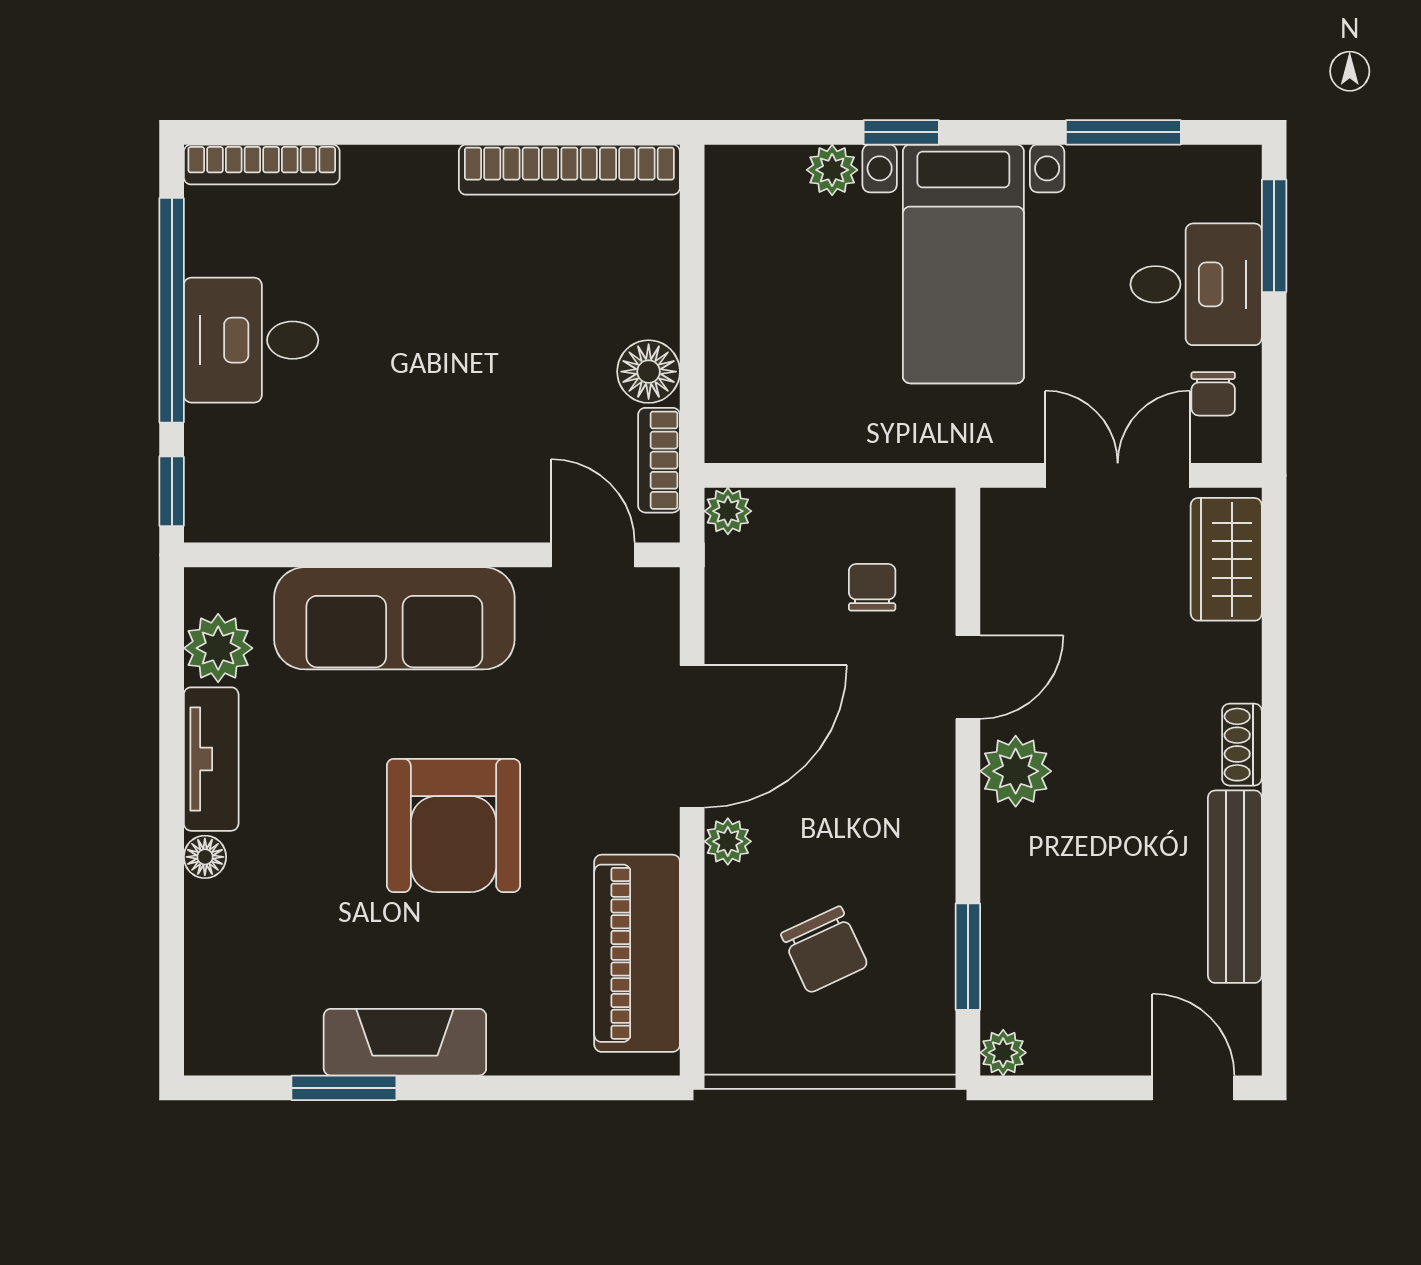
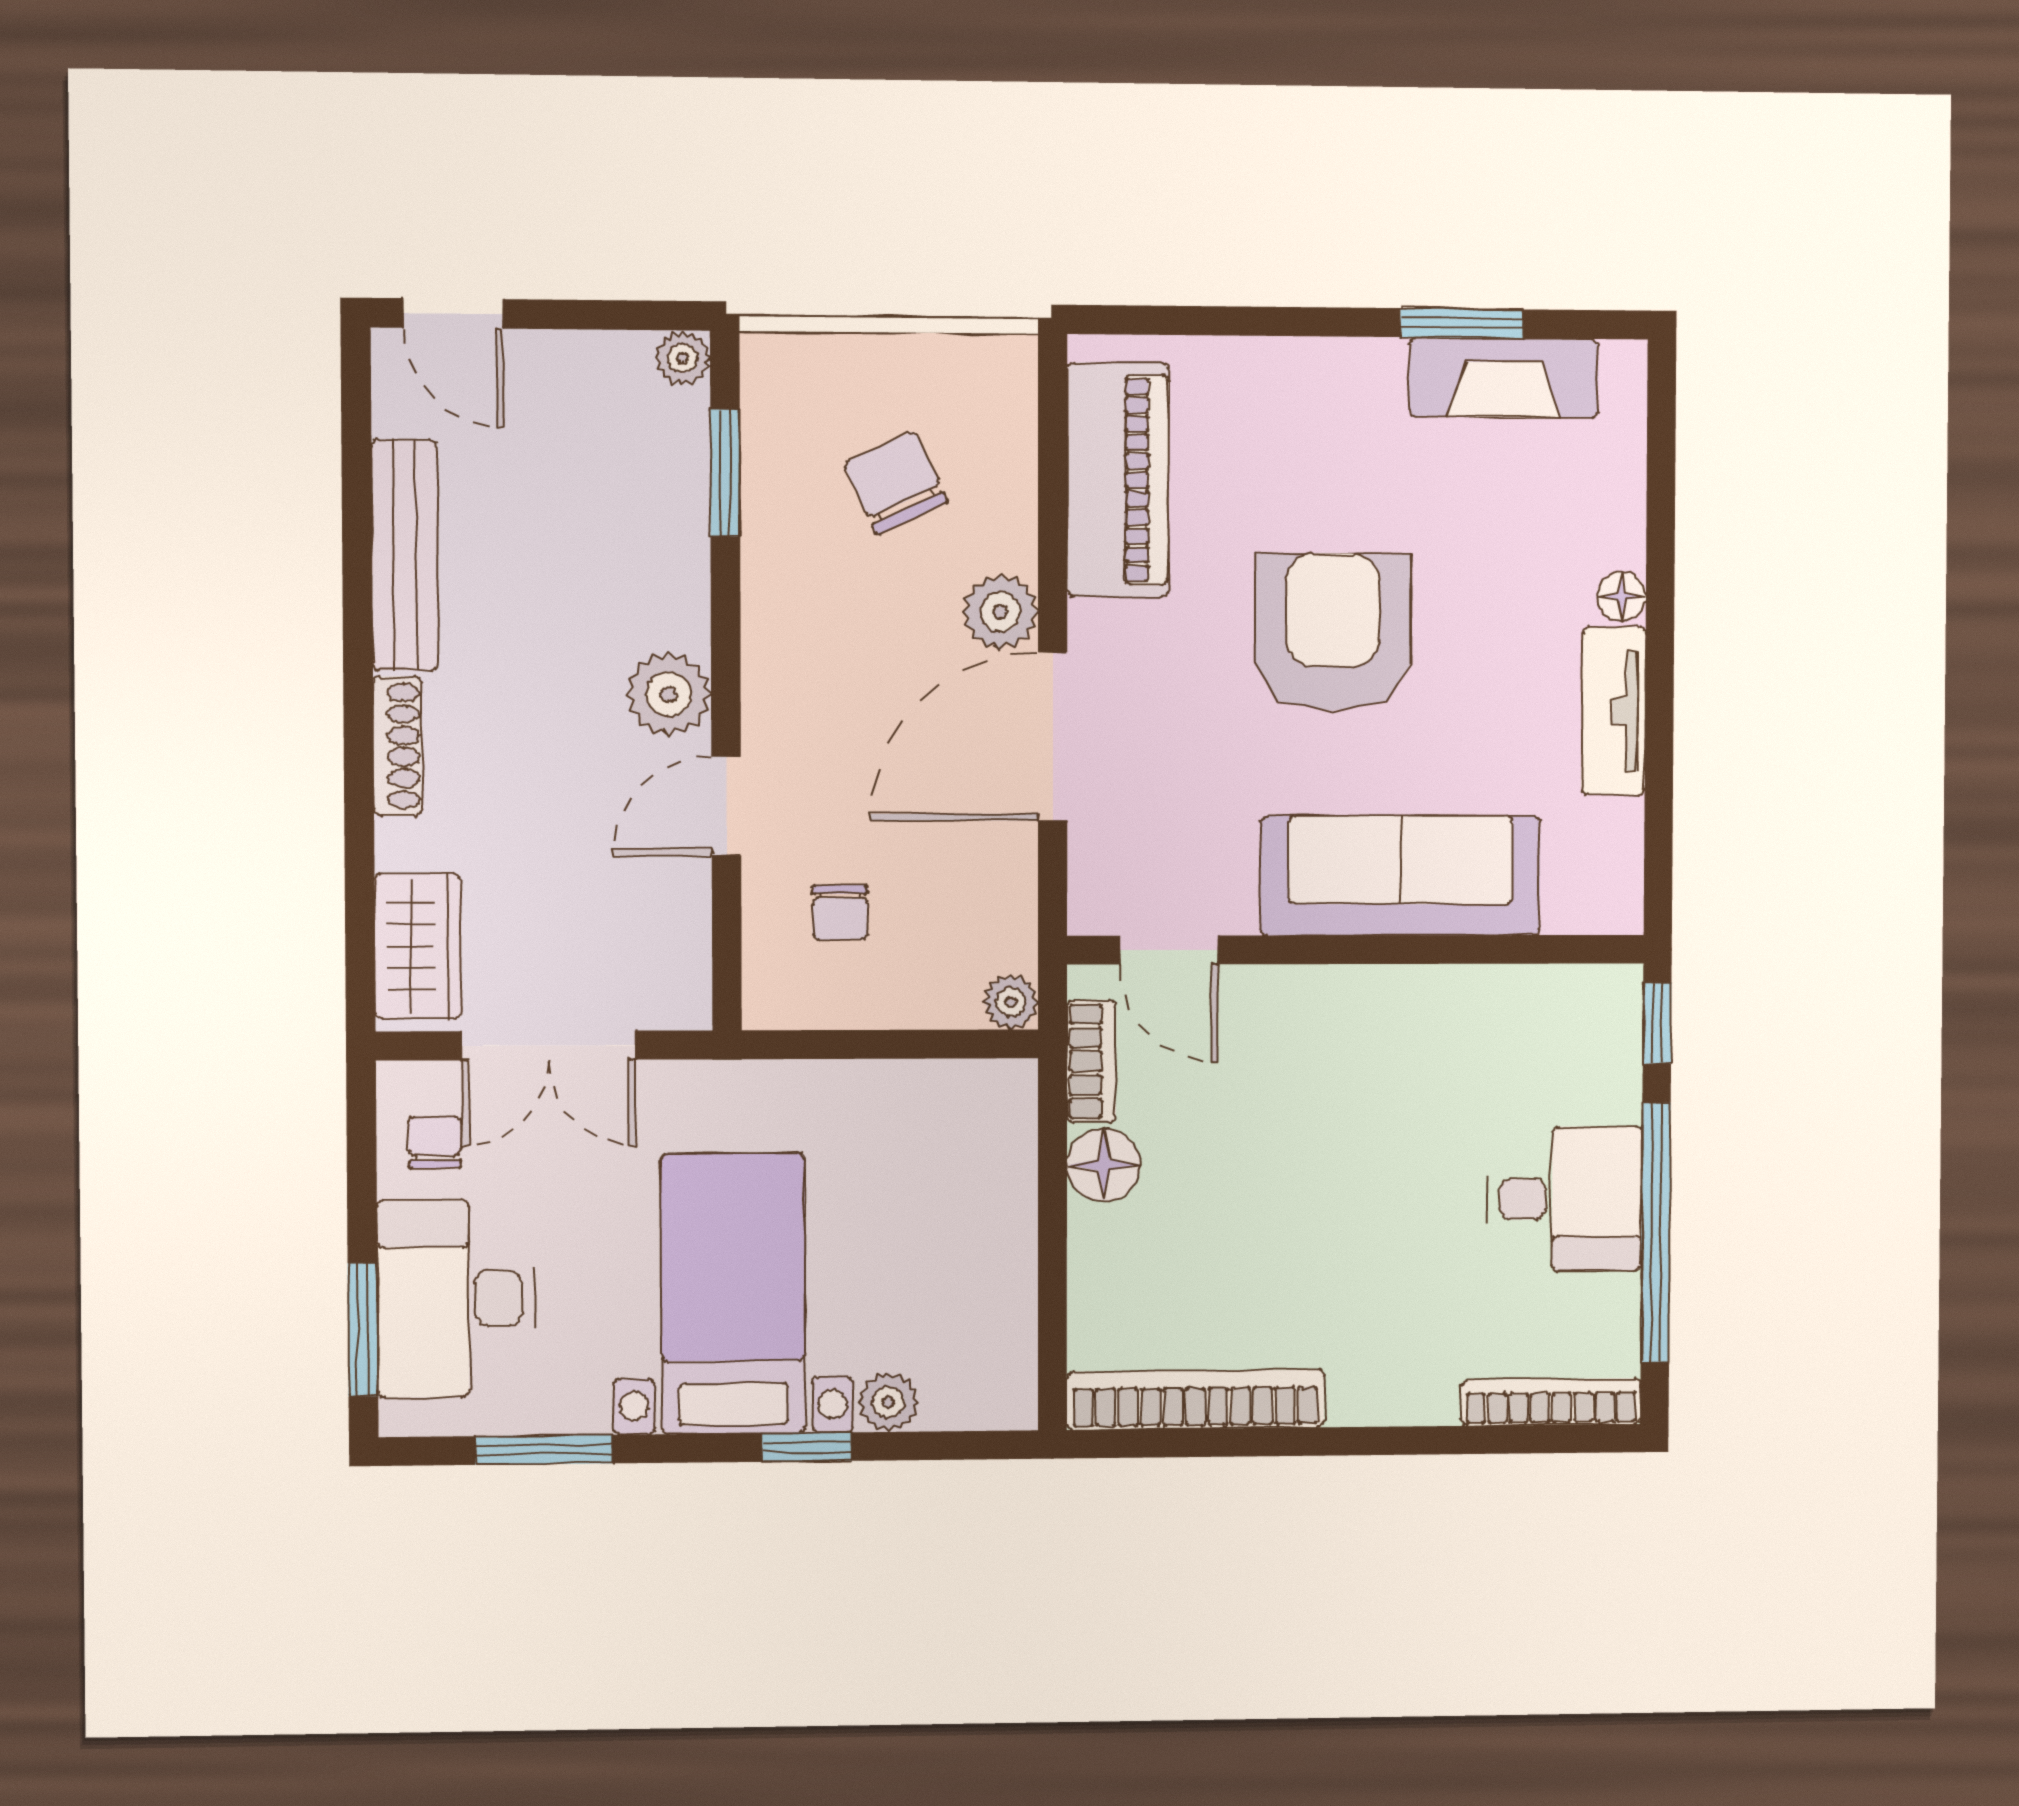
desk: (1196, 284) -> (456, 1298), width x1.37
plant: (218, 648) -> (1605, 841), removed
shoe rack: (1242, 745) -> (397, 746), width x1.43
plant: (728, 841) -> (1000, 612), width x1.38, depth x1.38
fireplace: (405, 1042) -> (1504, 378), moved

